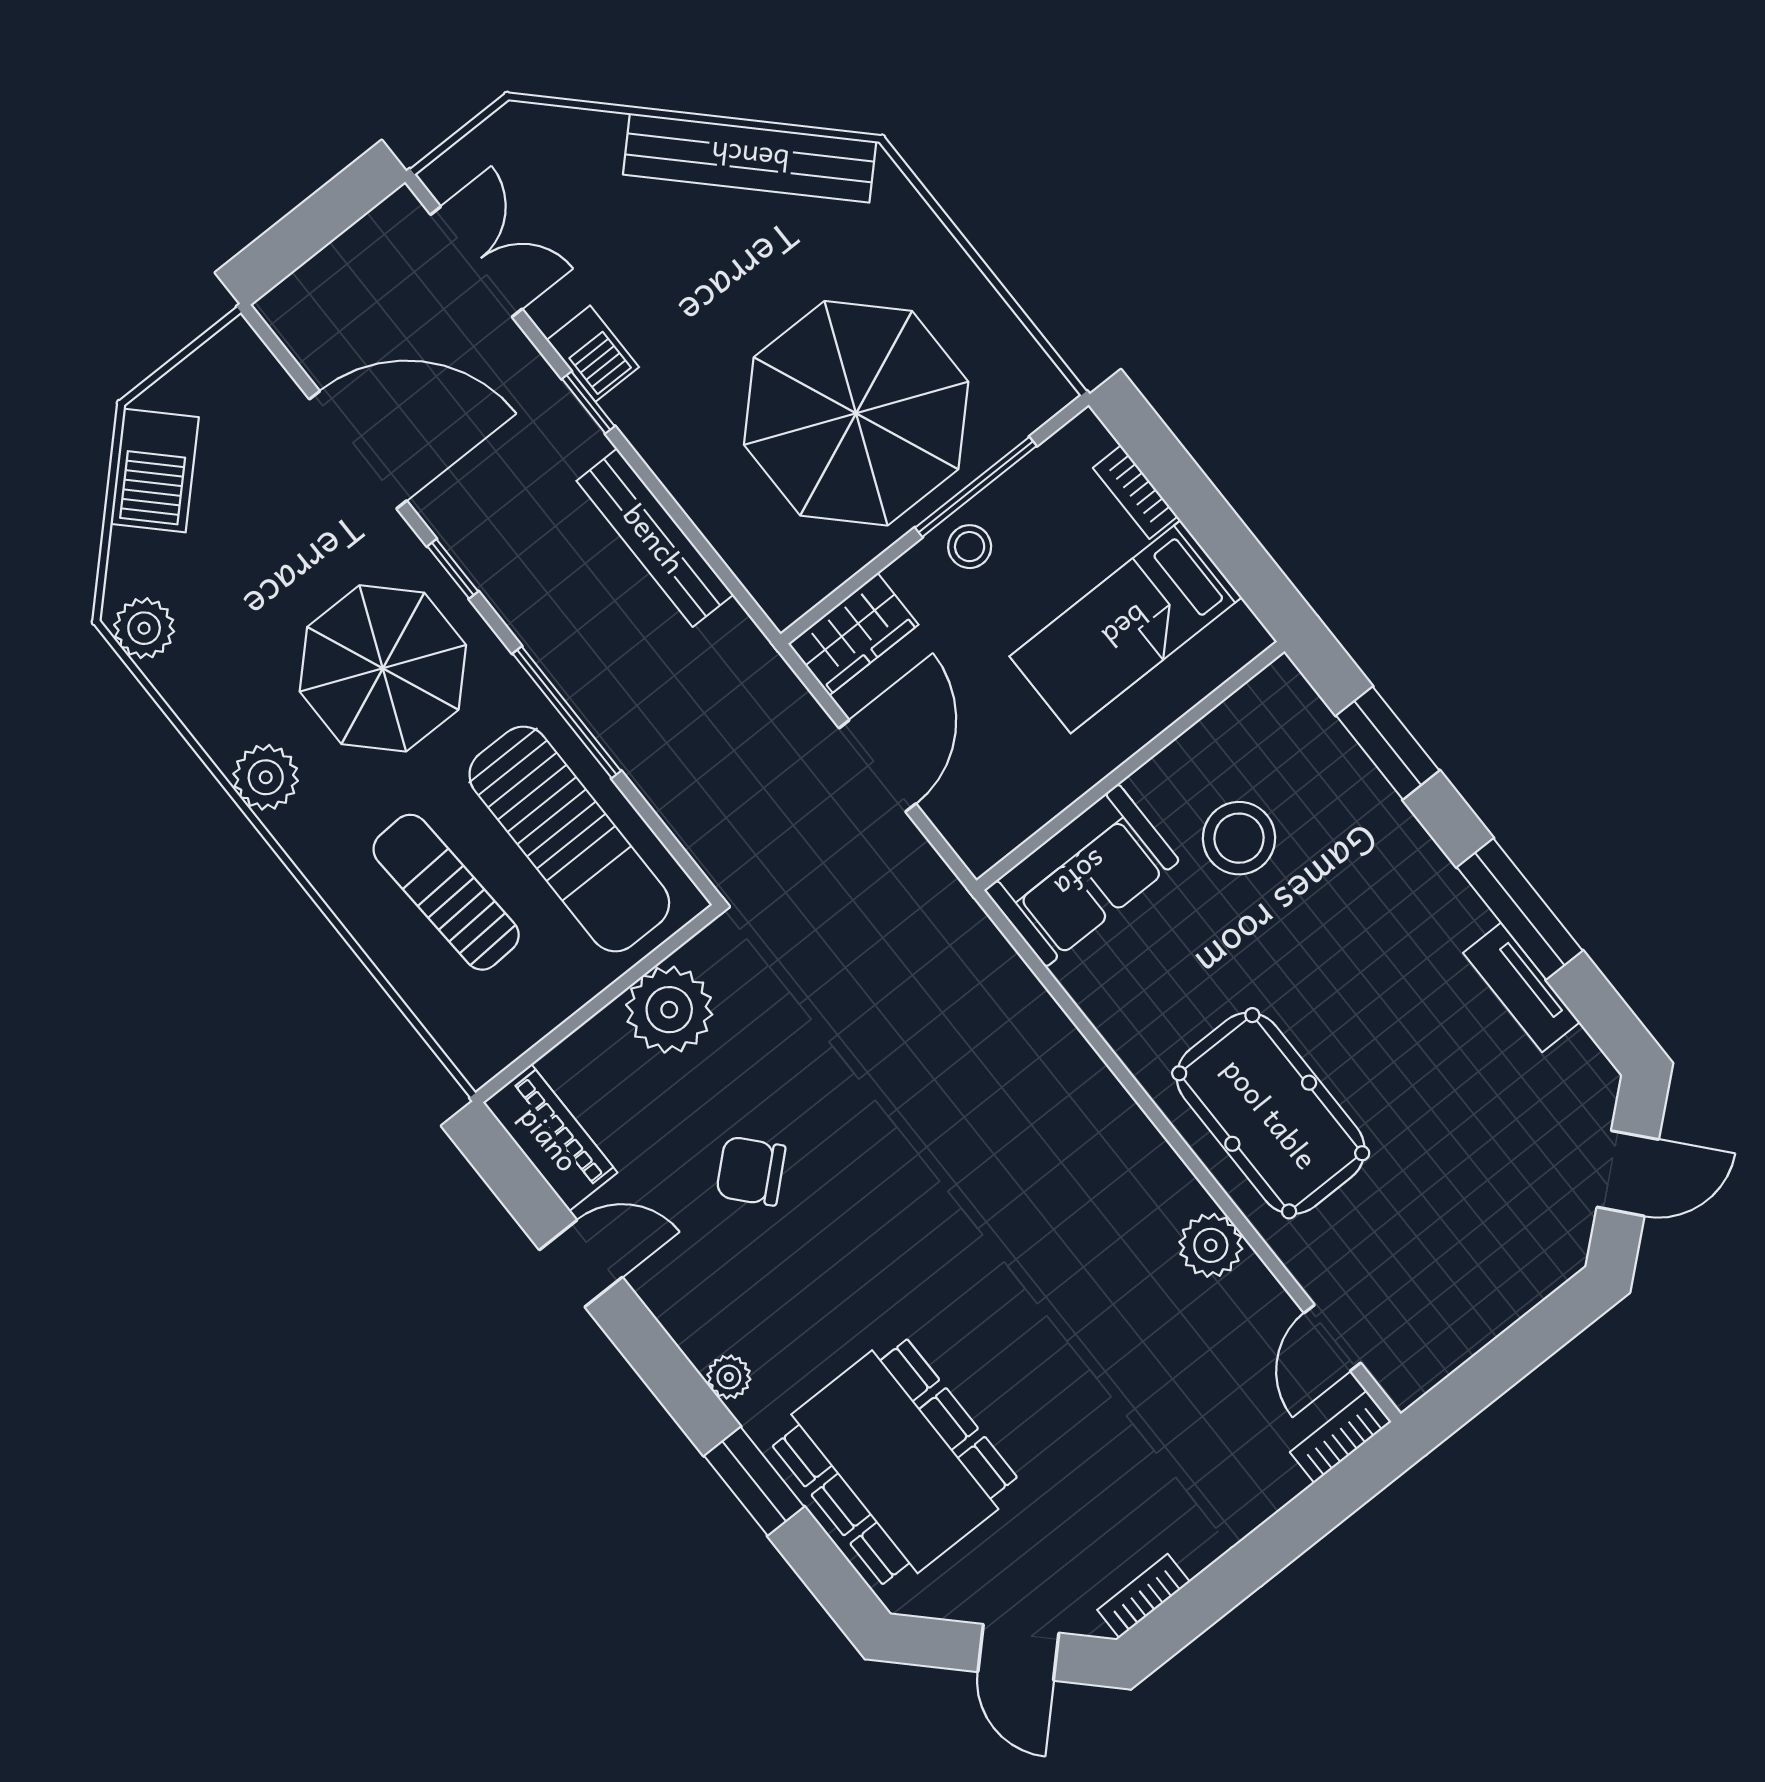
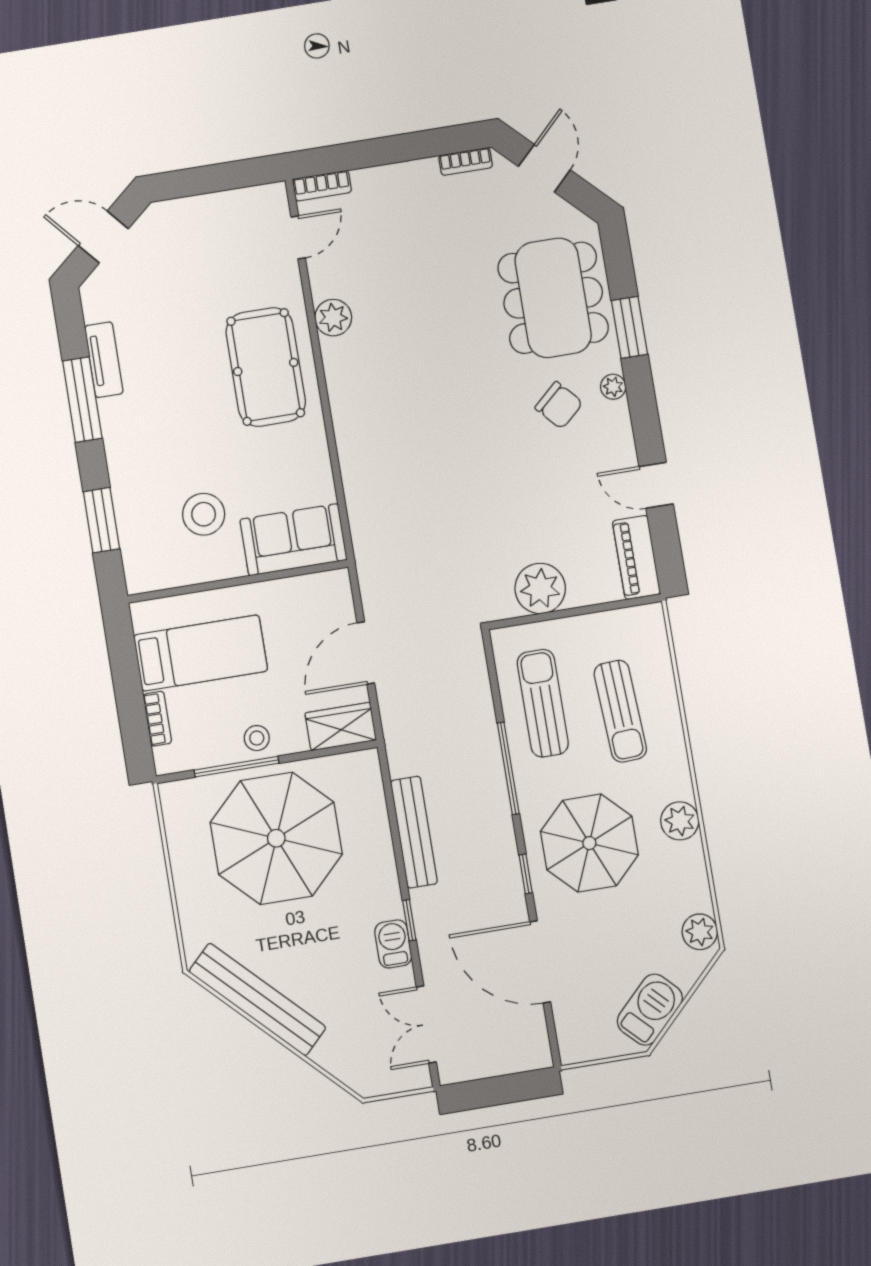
sun lounger: (569, 839) -> (543, 703), width x0.73, depth x0.75
chair: (751, 1171) -> (559, 405), moved

